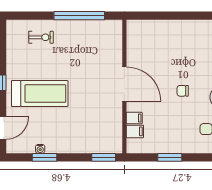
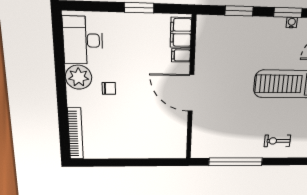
chair: (183, 91) -> (109, 88), moved
filing cabinet: (135, 131) -> (181, 32), width x2.00
window: (104, 157) -> (239, 11), moved

